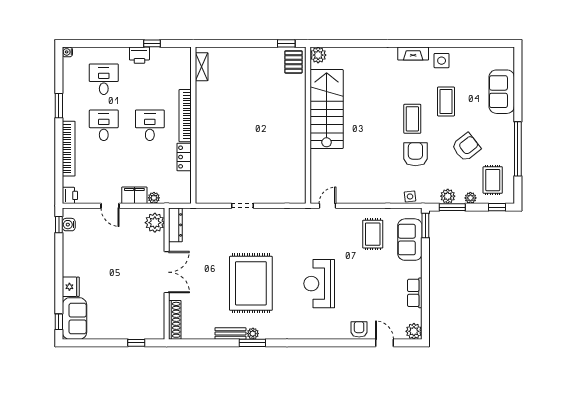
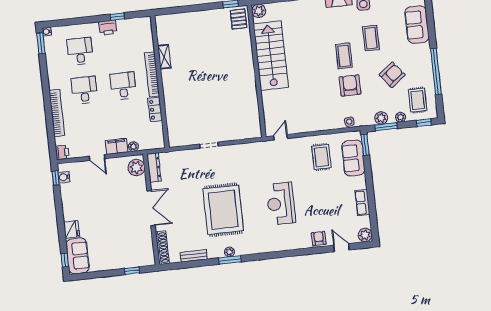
shelving: (202, 67) -> (164, 57), moved
window: (59, 106) -> (41, 43), moved
bench: (230, 333) -> (194, 256), moved

